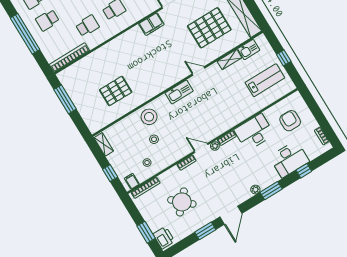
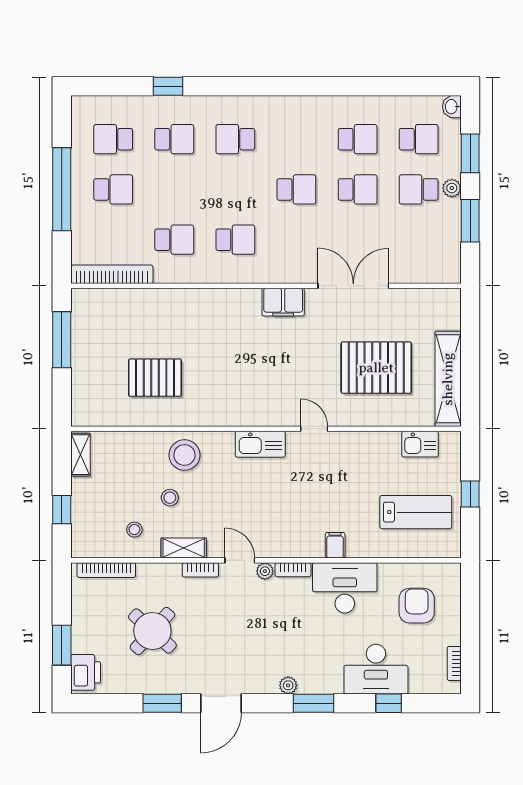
school desk: (47, 20) -> (113, 189), turned 180
shelving: (229, 59) -> (184, 548), moved
filing cabinet: (132, 181) -> (335, 545), moved

